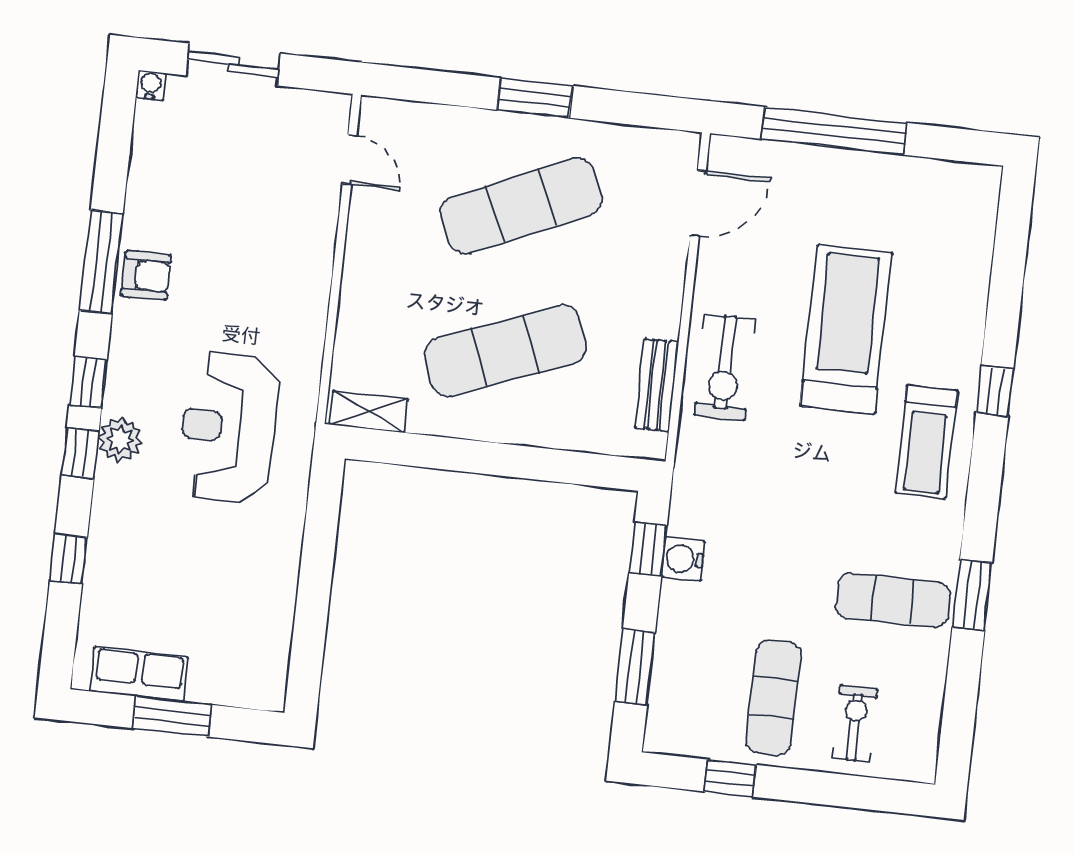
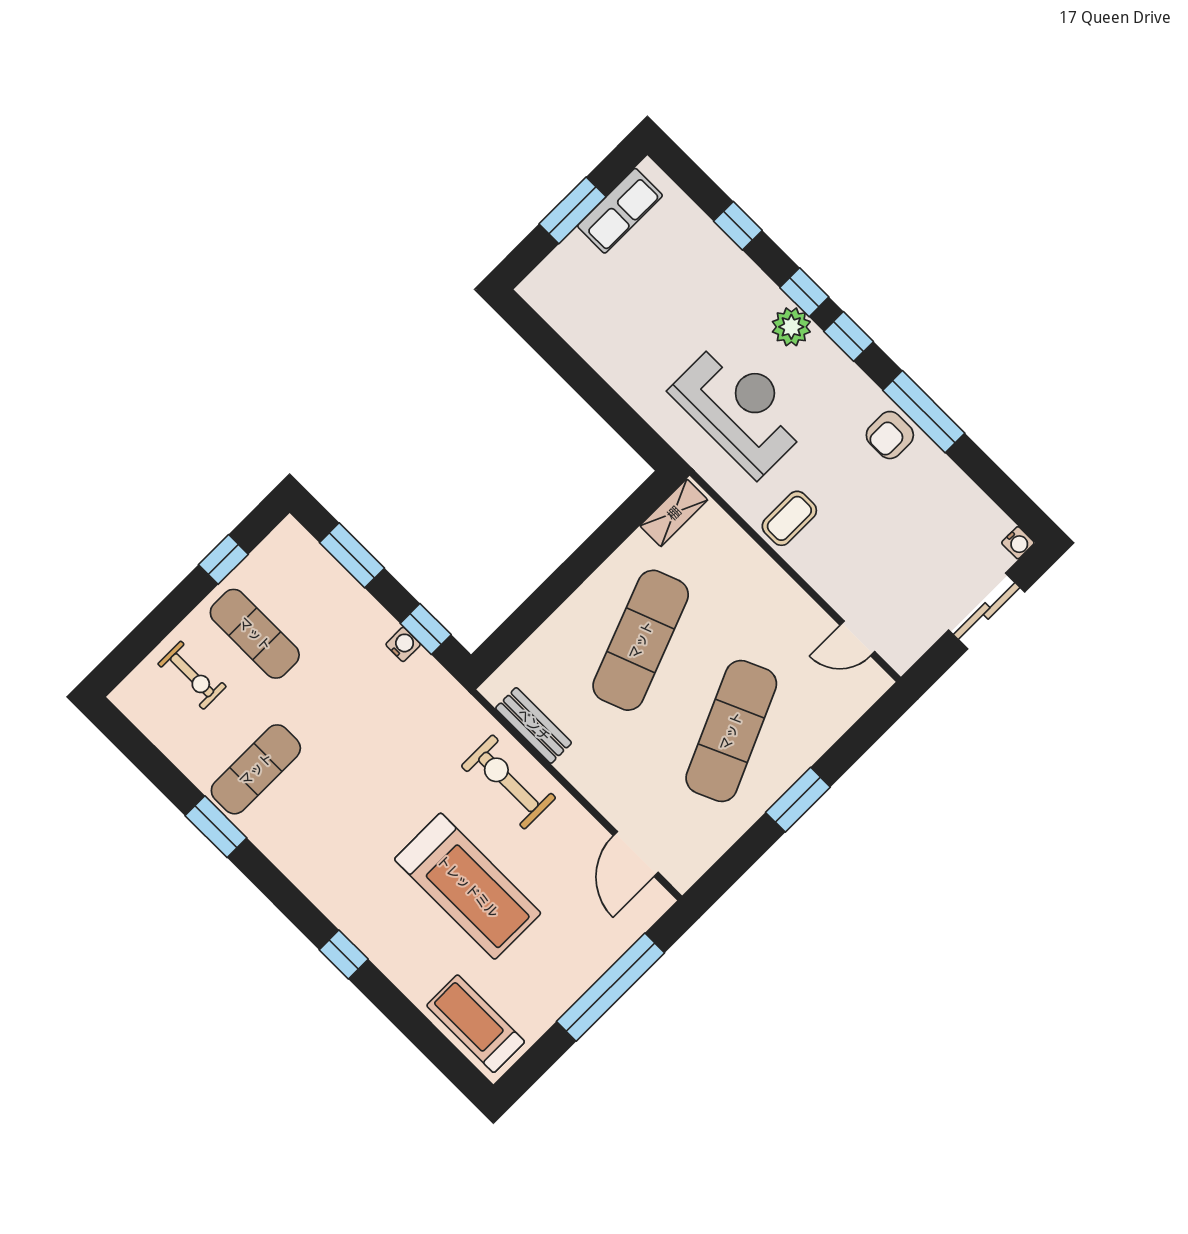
coffee table: (291, 305) -> (789, 518), added
treadmill: (926, 442) -> (476, 1024), moved
water cooler: (683, 559) -> (403, 644), width x0.72, depth x0.72

